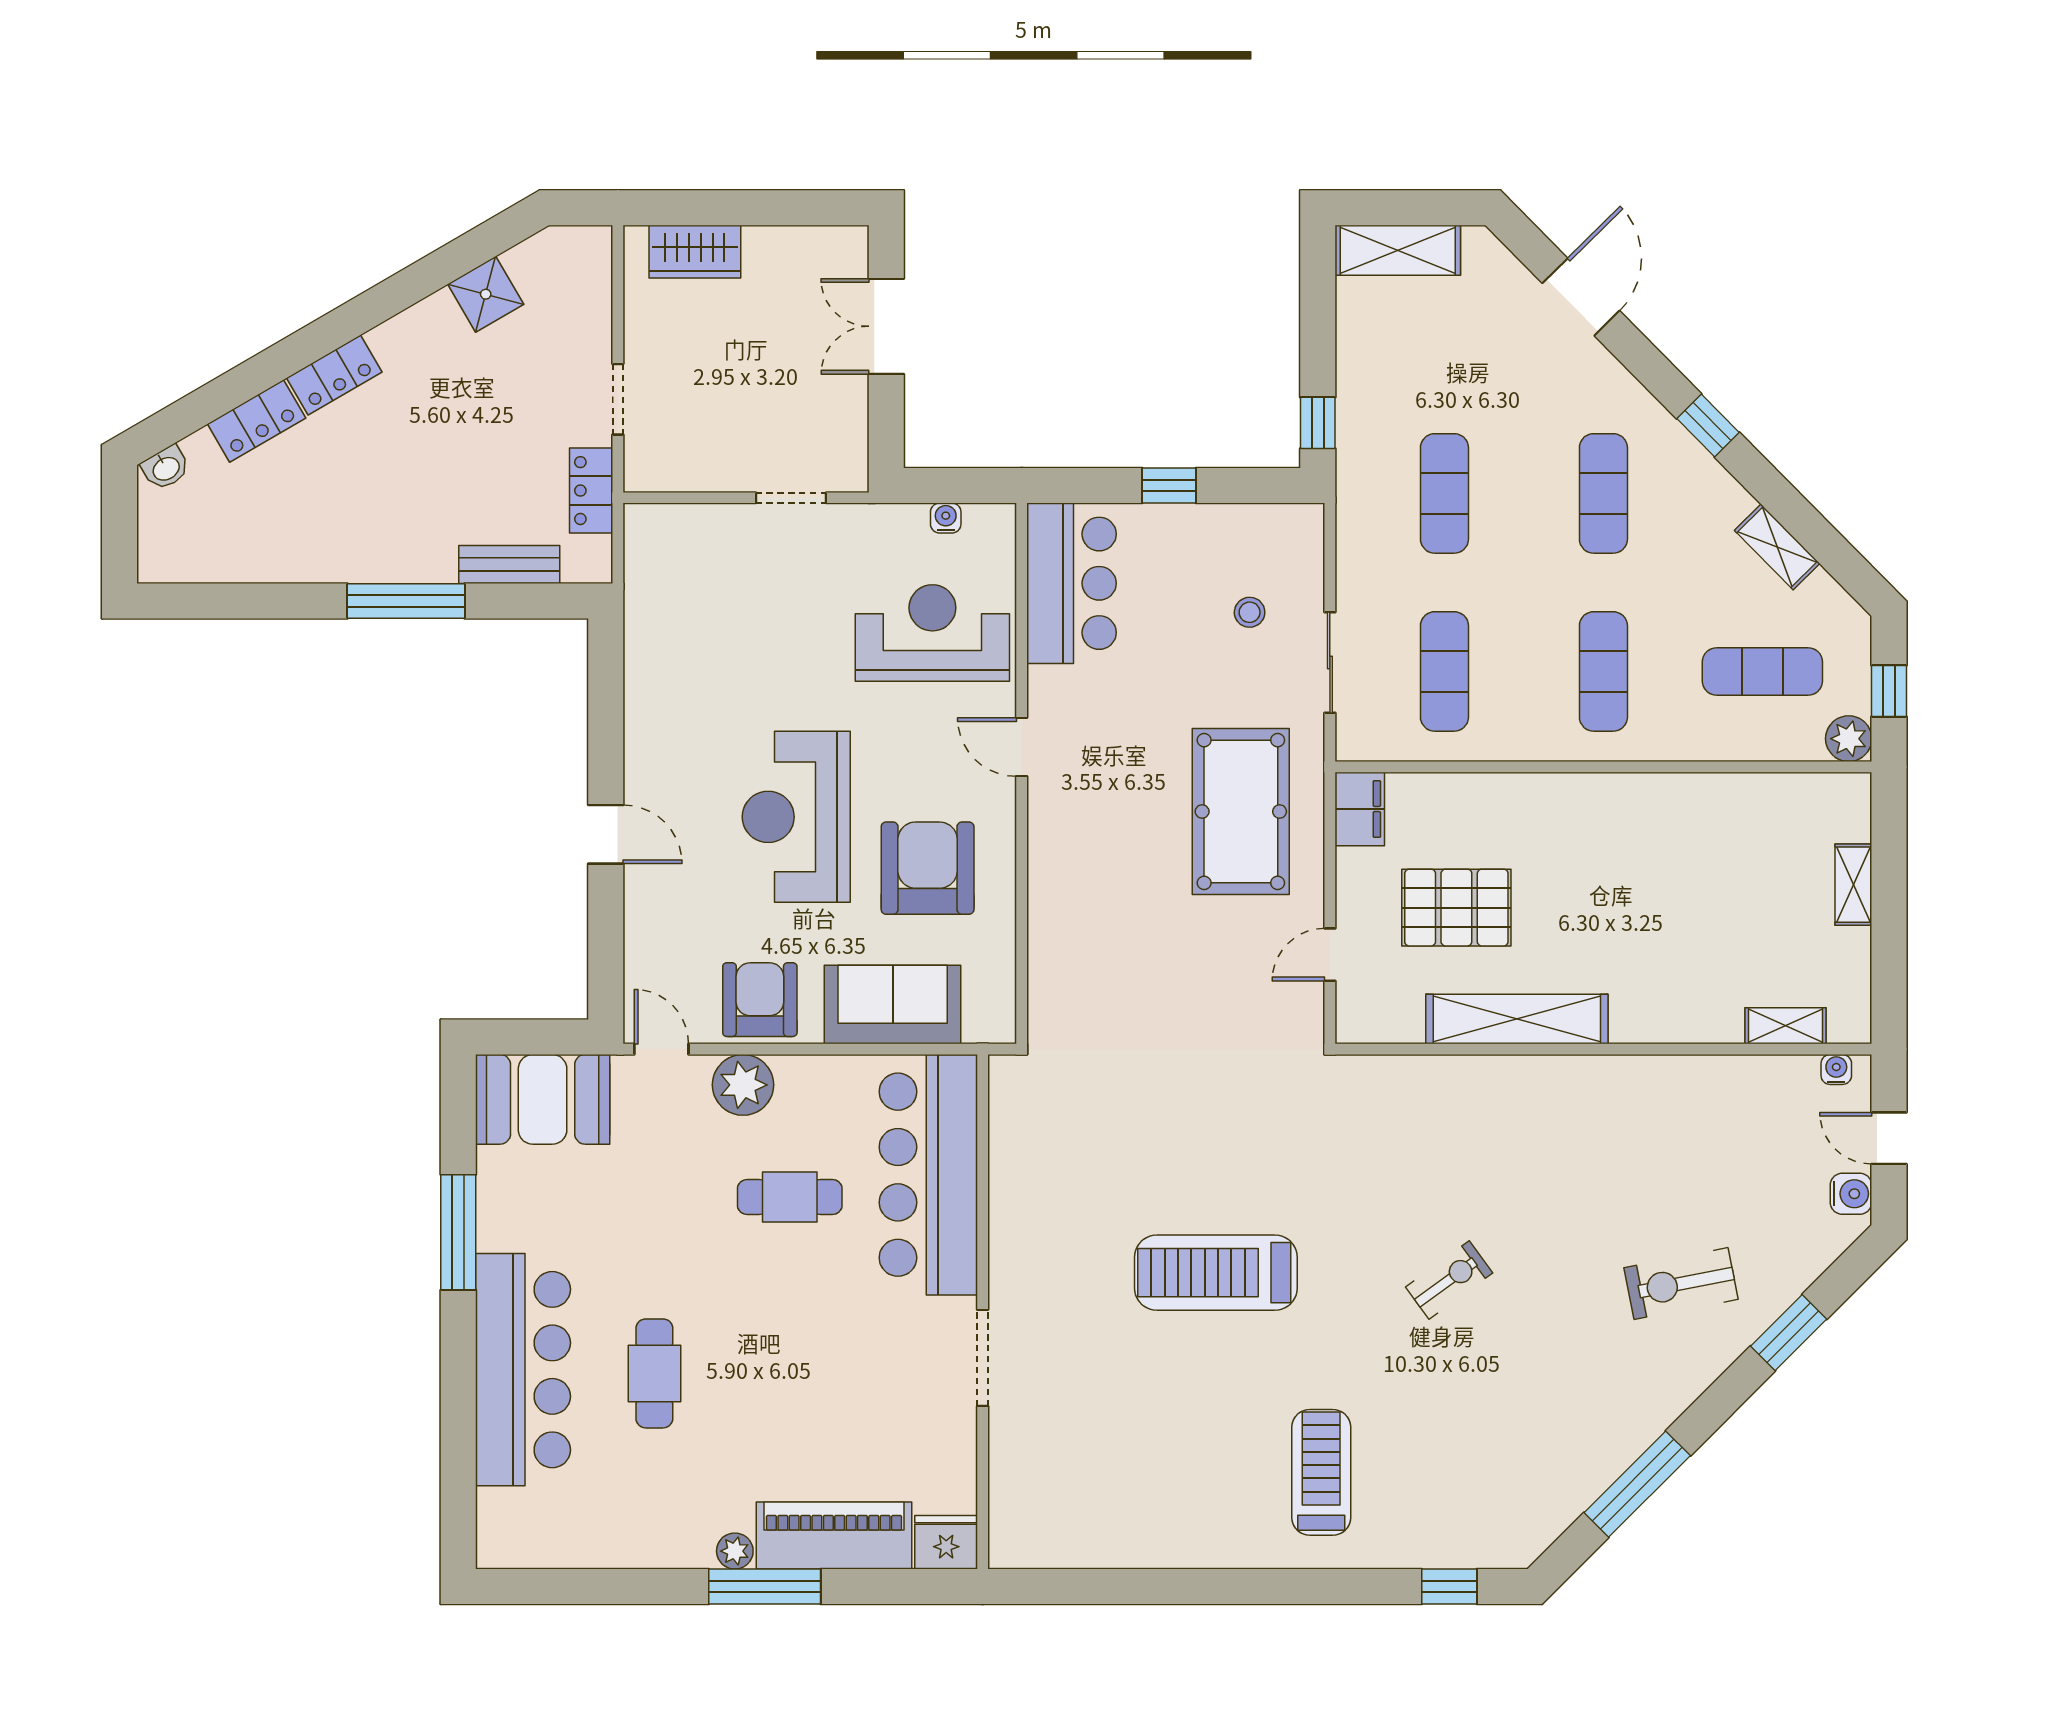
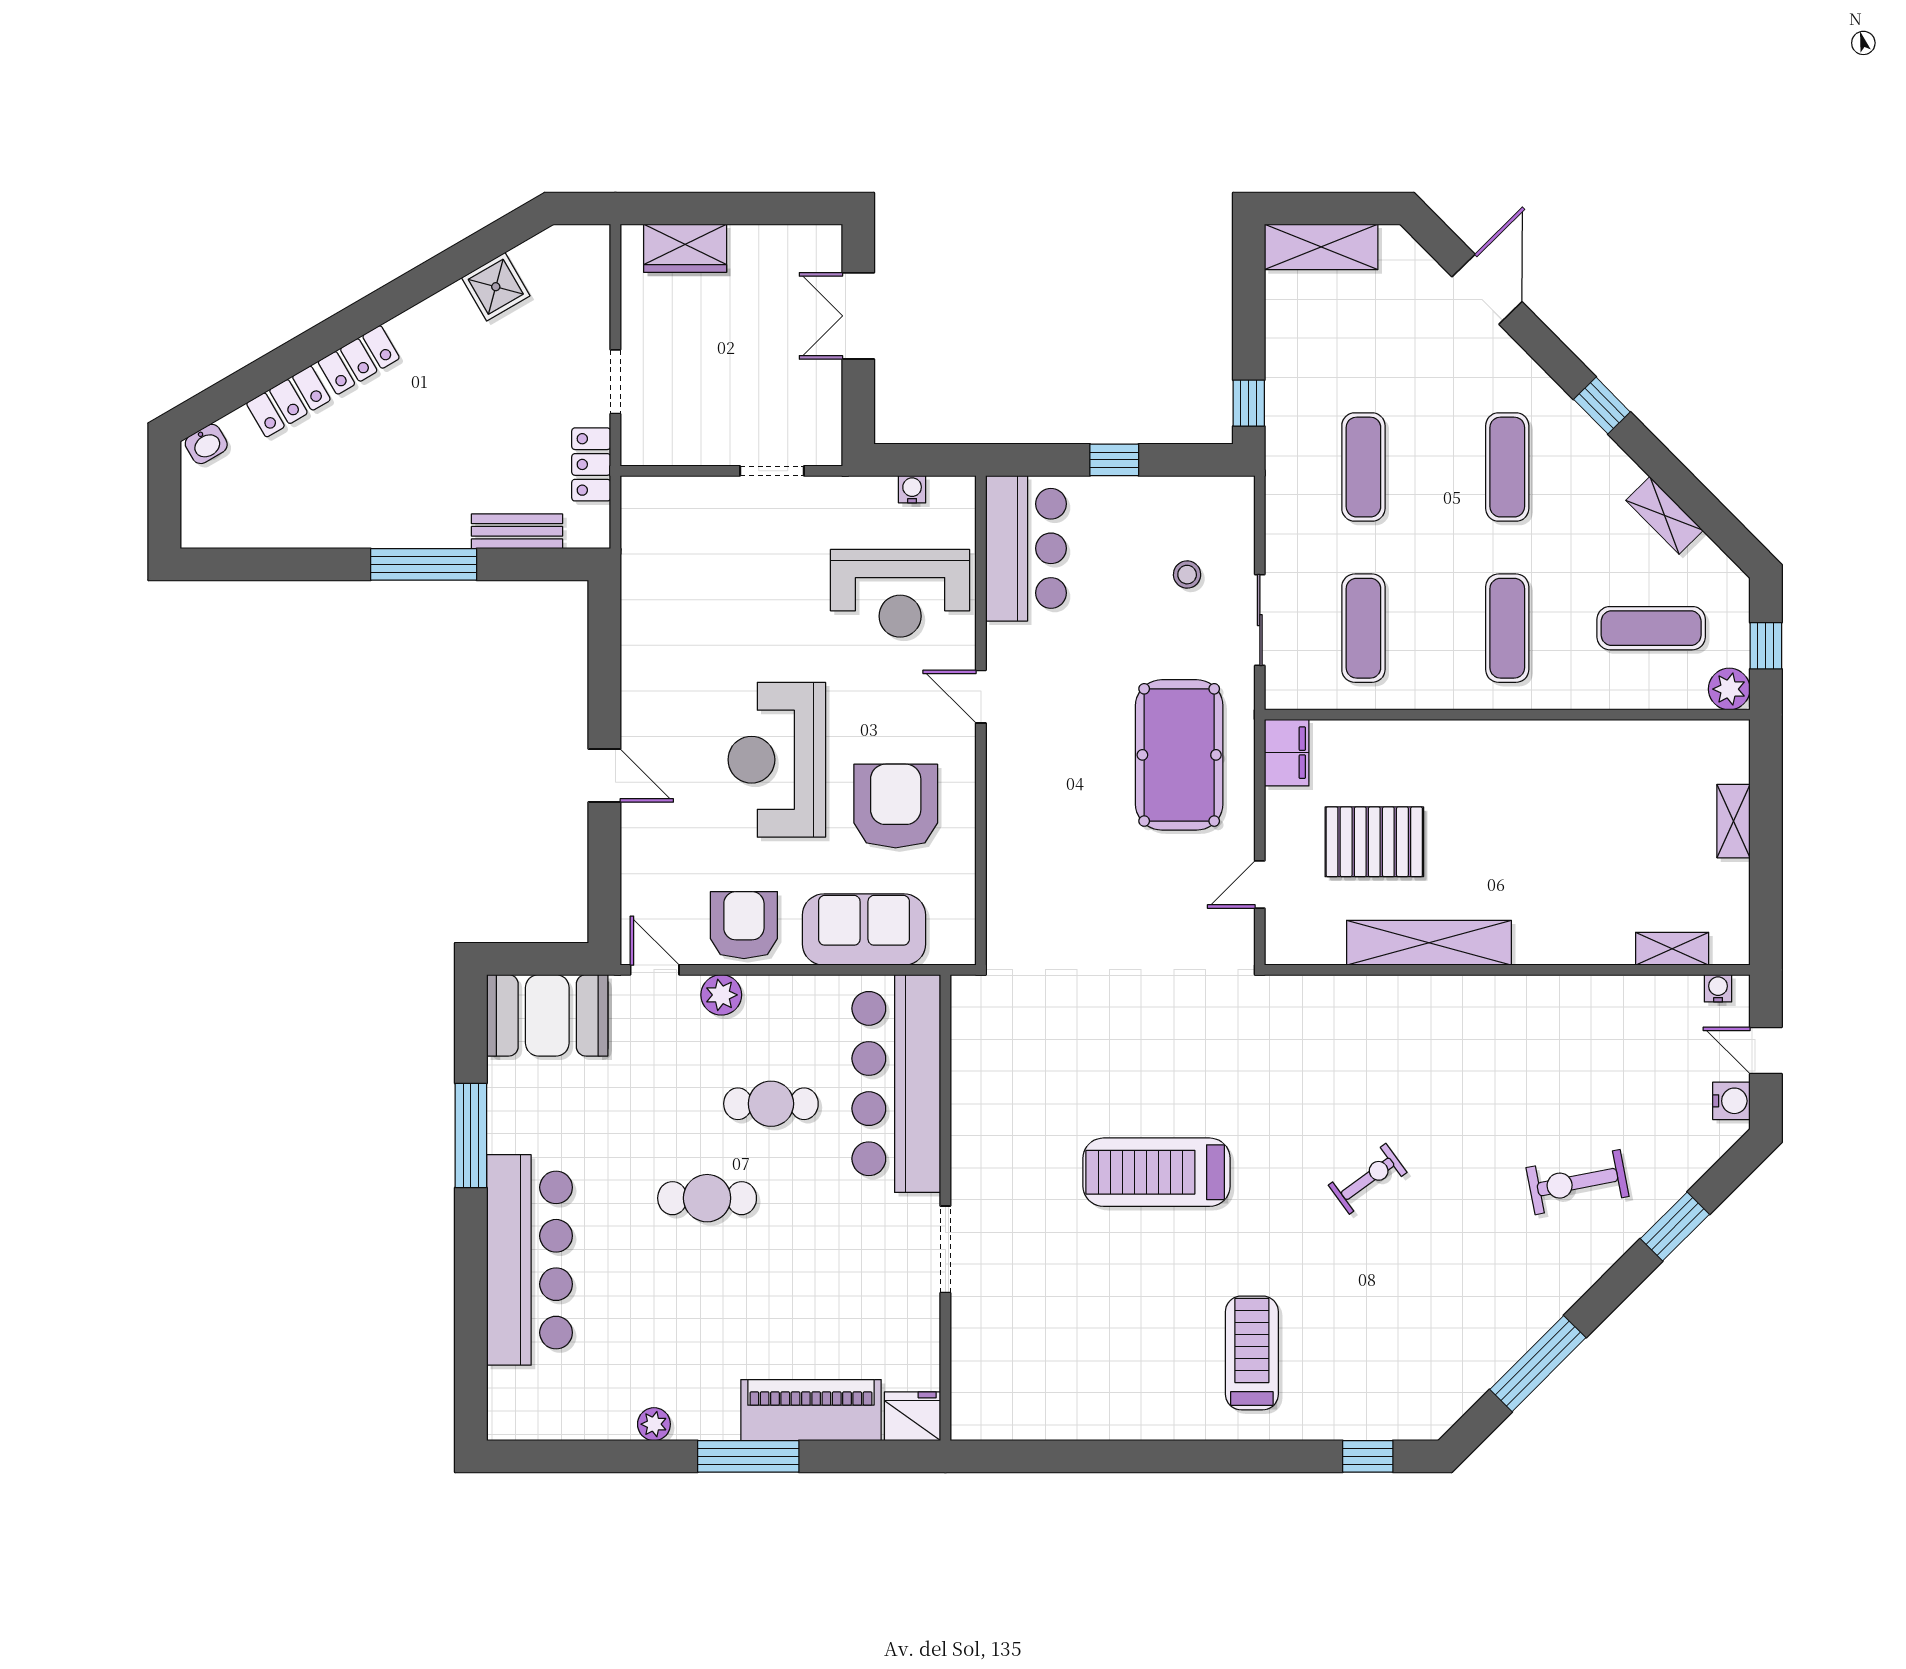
reception desk: (932, 633) -> (900, 593), turned 180
plant: (743, 1085) -> (721, 995), width x0.73, depth x0.73
cafe table: (654, 1373) -> (707, 1198), moved, turned 90
plant: (735, 1551) -> (654, 1424), moved

